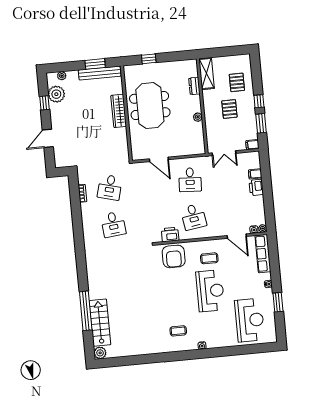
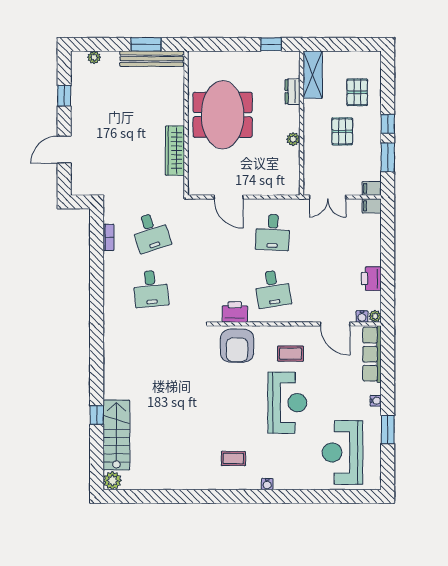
window: (149, 59) -> (271, 44), moved
plant: (56, 94) -> (83, 84), removed
wardrobe: (119, 111) -> (175, 151), moved
filing cabinet: (255, 174) -> (372, 206), moved
desk: (110, 187) -> (151, 232), turned -33
printer: (256, 187) -> (371, 279), moved
window: (86, 311) -> (97, 415), width x0.32
reception desk: (250, 320) -> (342, 452), turned 180

